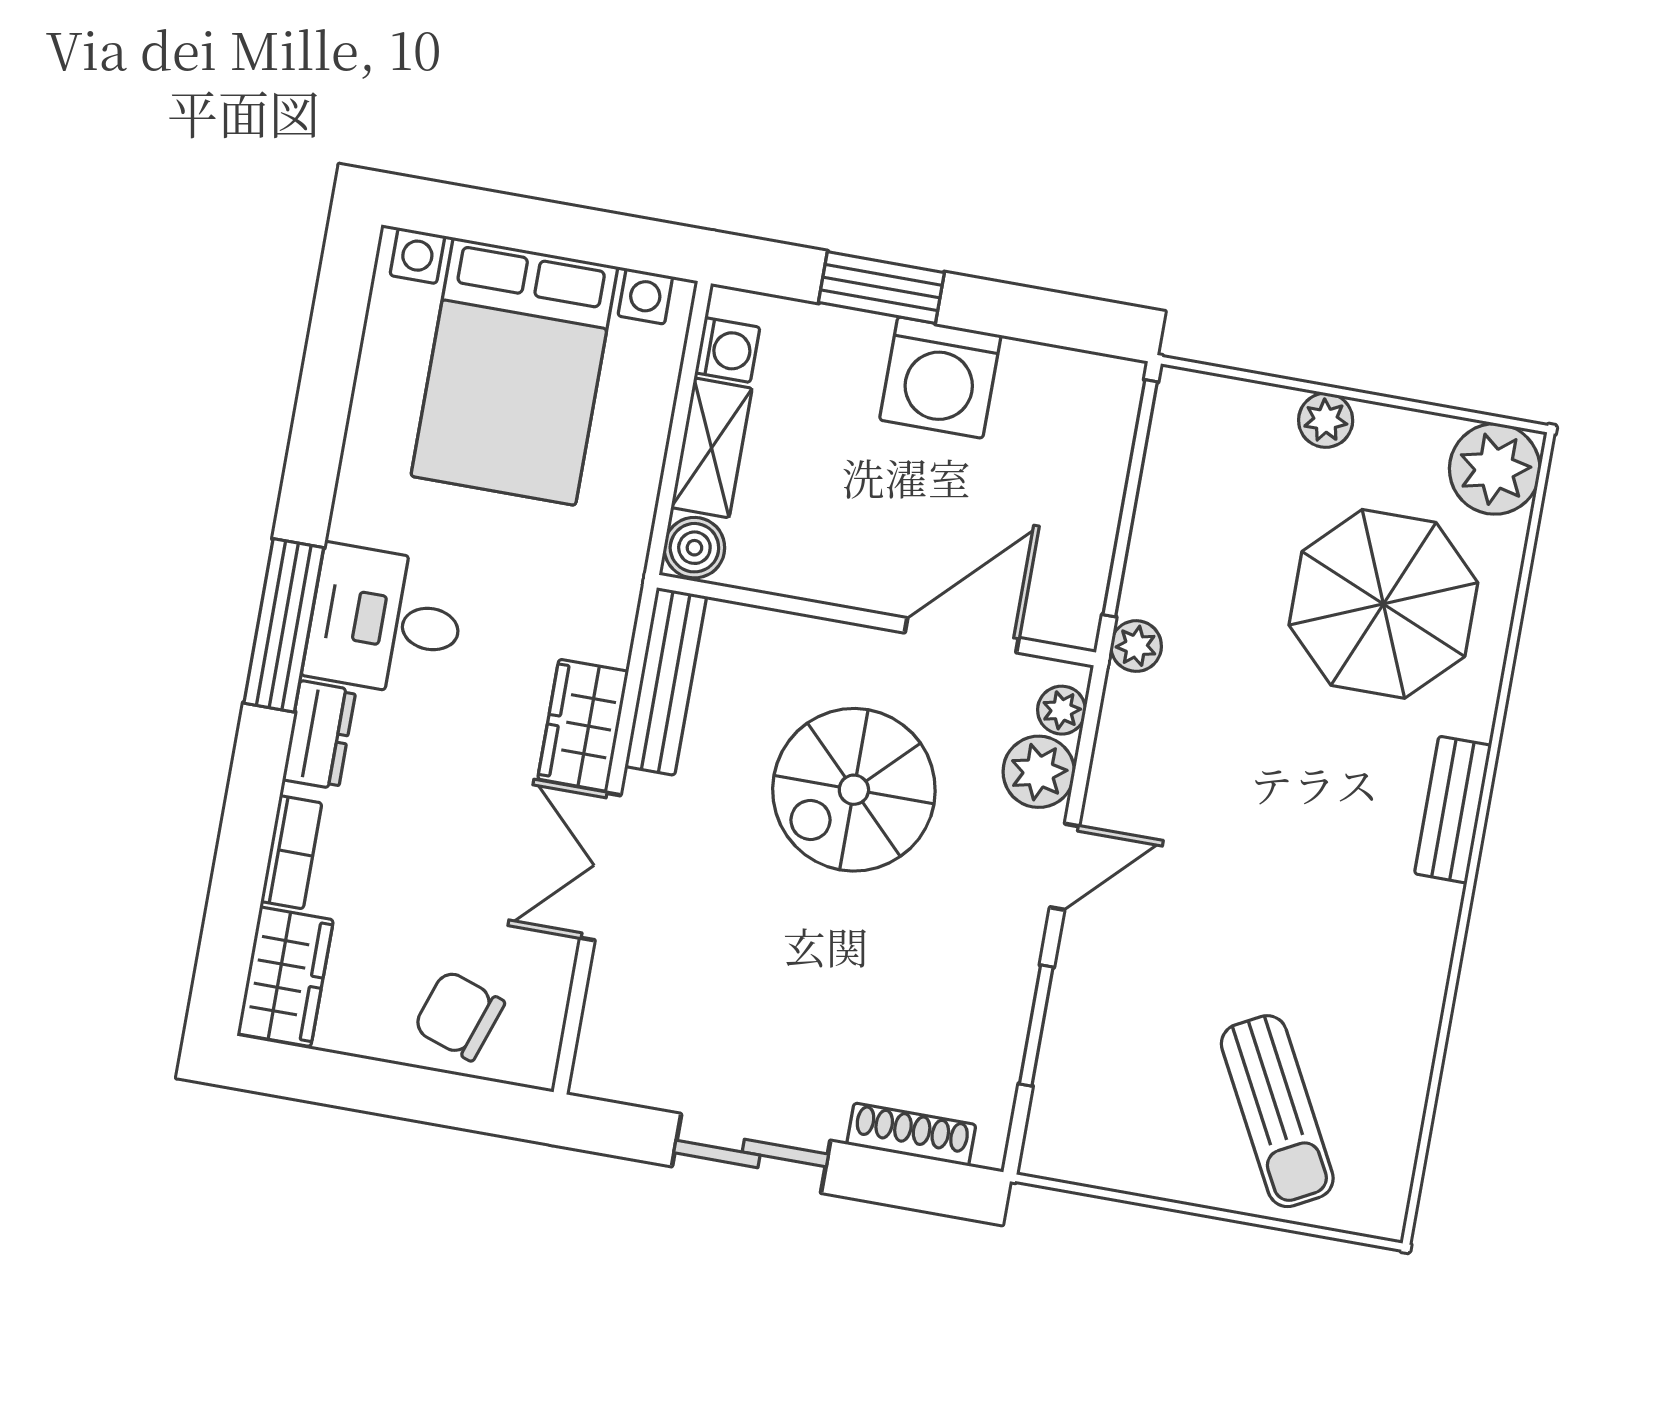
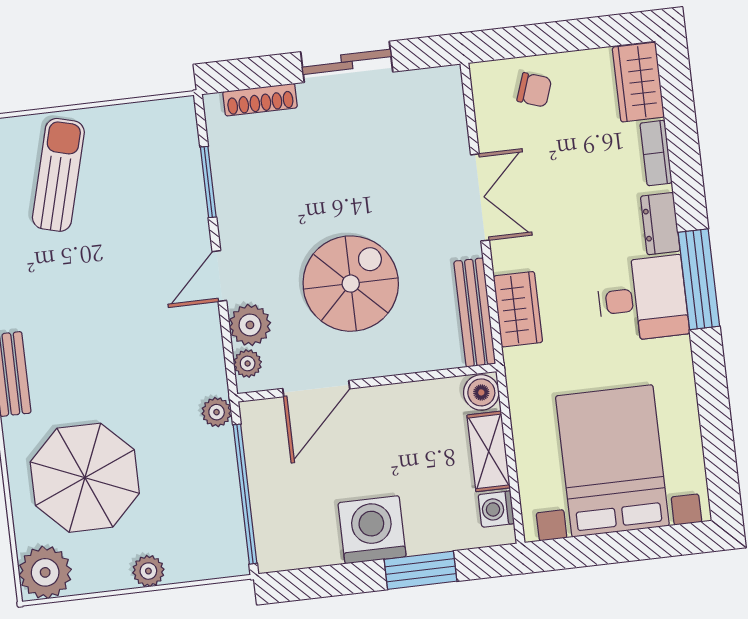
wardrobe: (583, 725) -> (518, 309), moved
chair: (459, 1015) -> (534, 90), width x0.73, depth x0.73
sun lounger: (1277, 1111) -> (58, 175), turned 43

